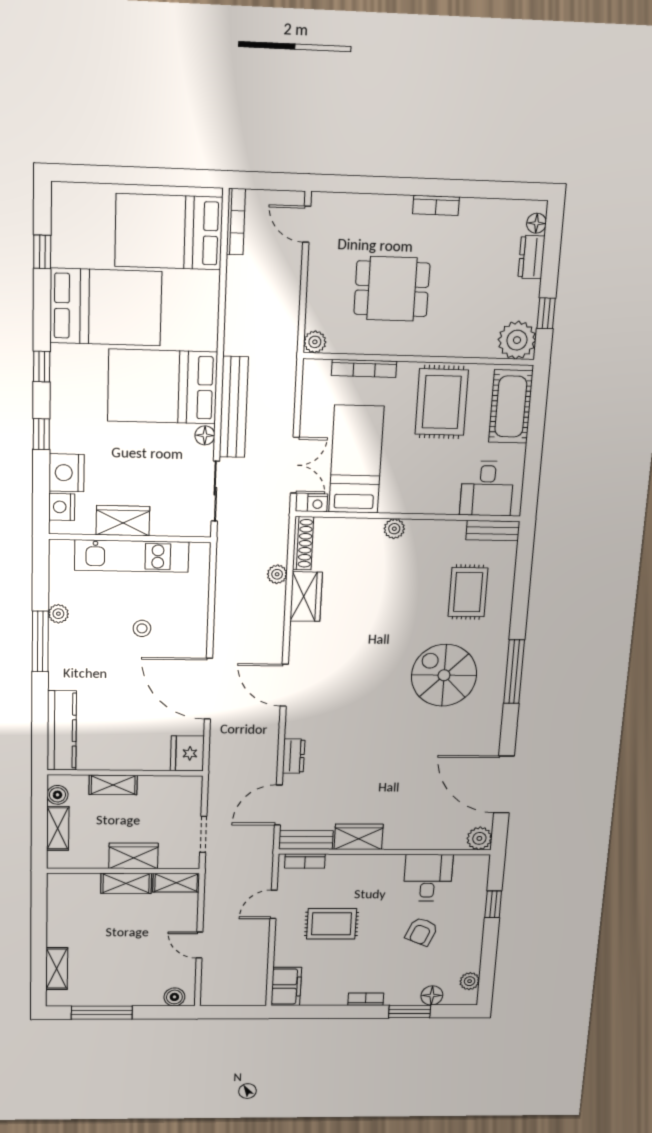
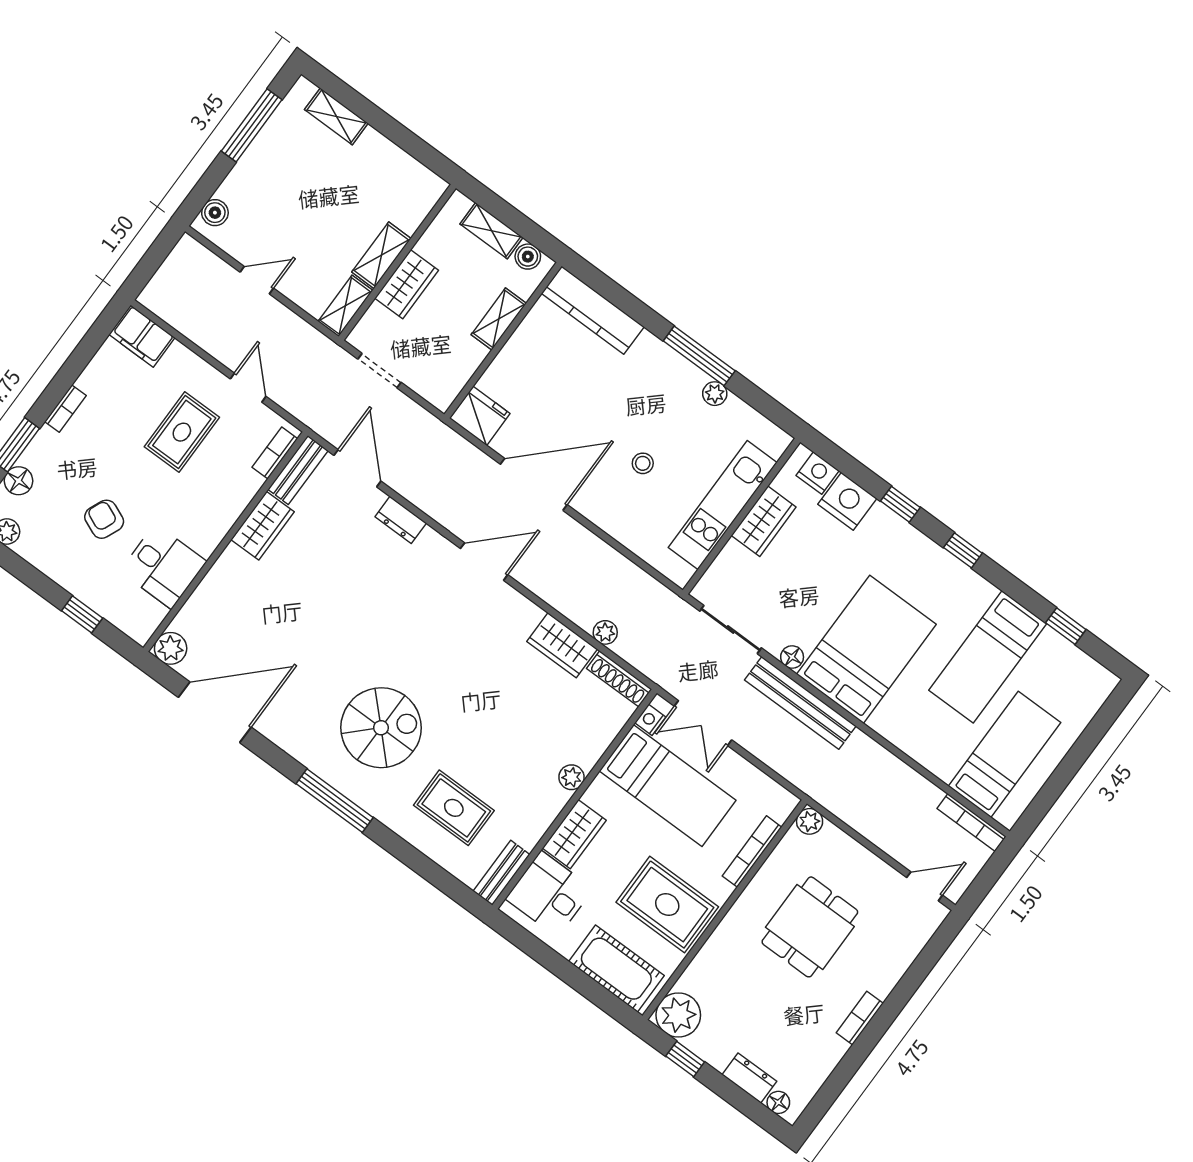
bed: (169, 232) -> (1005, 754), width x0.67
bed: (106, 307) -> (988, 657), width x0.67
wardrobe: (433, 500) -> (574, 834), added

